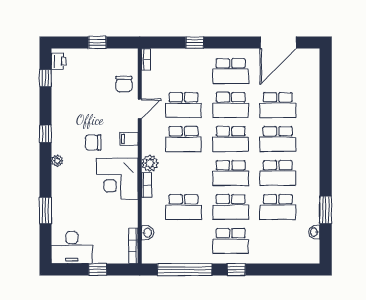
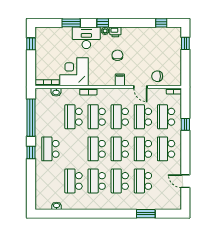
window: (97, 43) -> (185, 43), moved
door: (278, 43) -> (185, 181), width x0.53
printer: (59, 61) -> (115, 32), moved
school desk: (183, 71) -> (166, 117), added
window: (45, 134) -> (103, 23), moved
plant: (150, 163) -> (103, 94), removed
corner desk: (117, 179) -> (74, 72), moved
school desk: (231, 207) -> (97, 117), moved
window: (326, 210) -> (146, 214), moved
desk: (72, 248) -> (86, 38), moved, turned 90
window: (98, 270) -> (31, 44), moved

